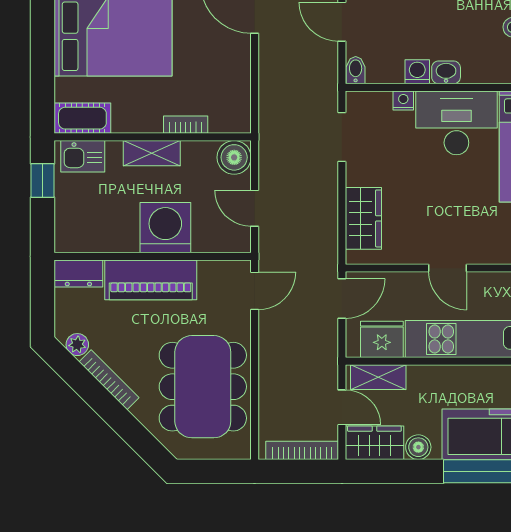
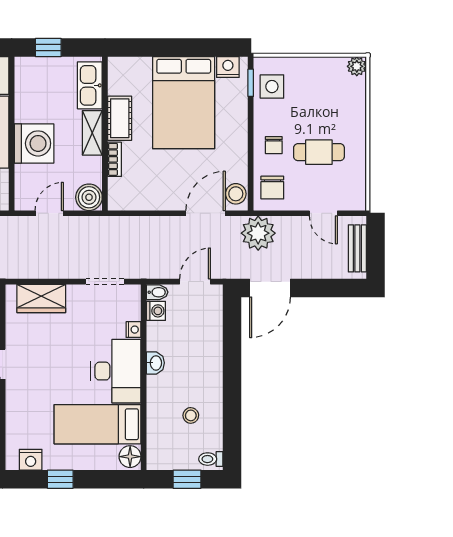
washing machine: (417, 72) -> (156, 311), moved
cot: (82, 118) -> (120, 118), moved
kitchen sink: (83, 156) -> (90, 85), width x1.38
window: (43, 180) -> (48, 48), moved

